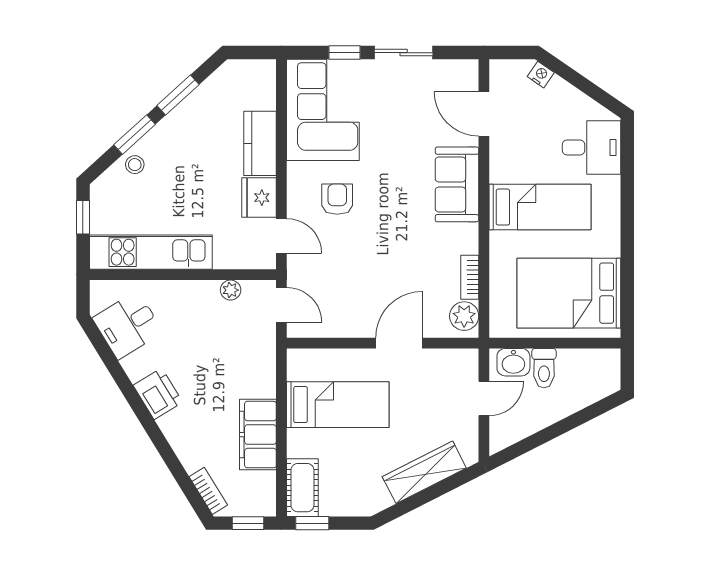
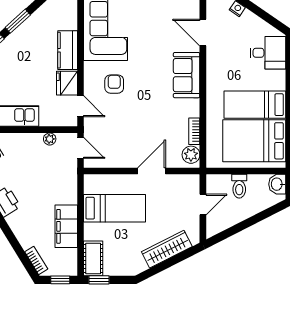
bed: (540, 207) -> (255, 105), moved, turned 180
washbasin: (513, 362) -> (277, 184), moved, turned 90

